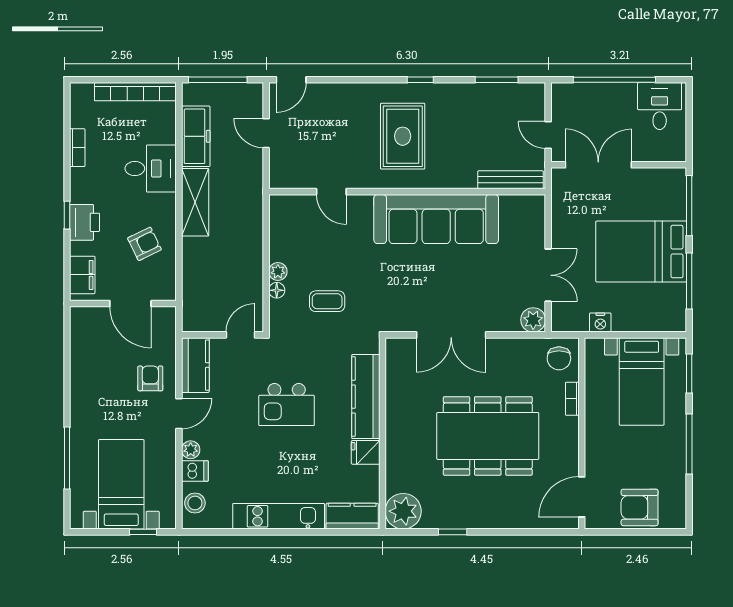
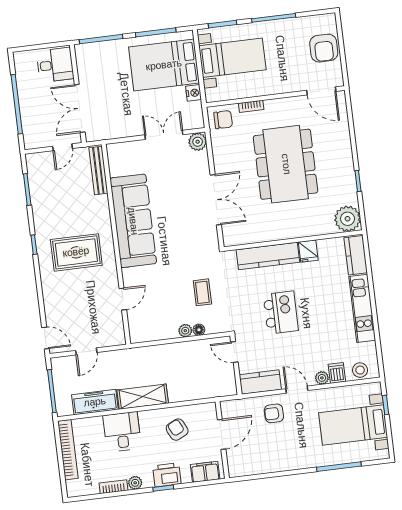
desk: (660, 106) -> (55, 65), moved, turned 180
plant: (79, 178) -> (135, 483), added
bed: (641, 251) -> (164, 65), moved, turned 90

